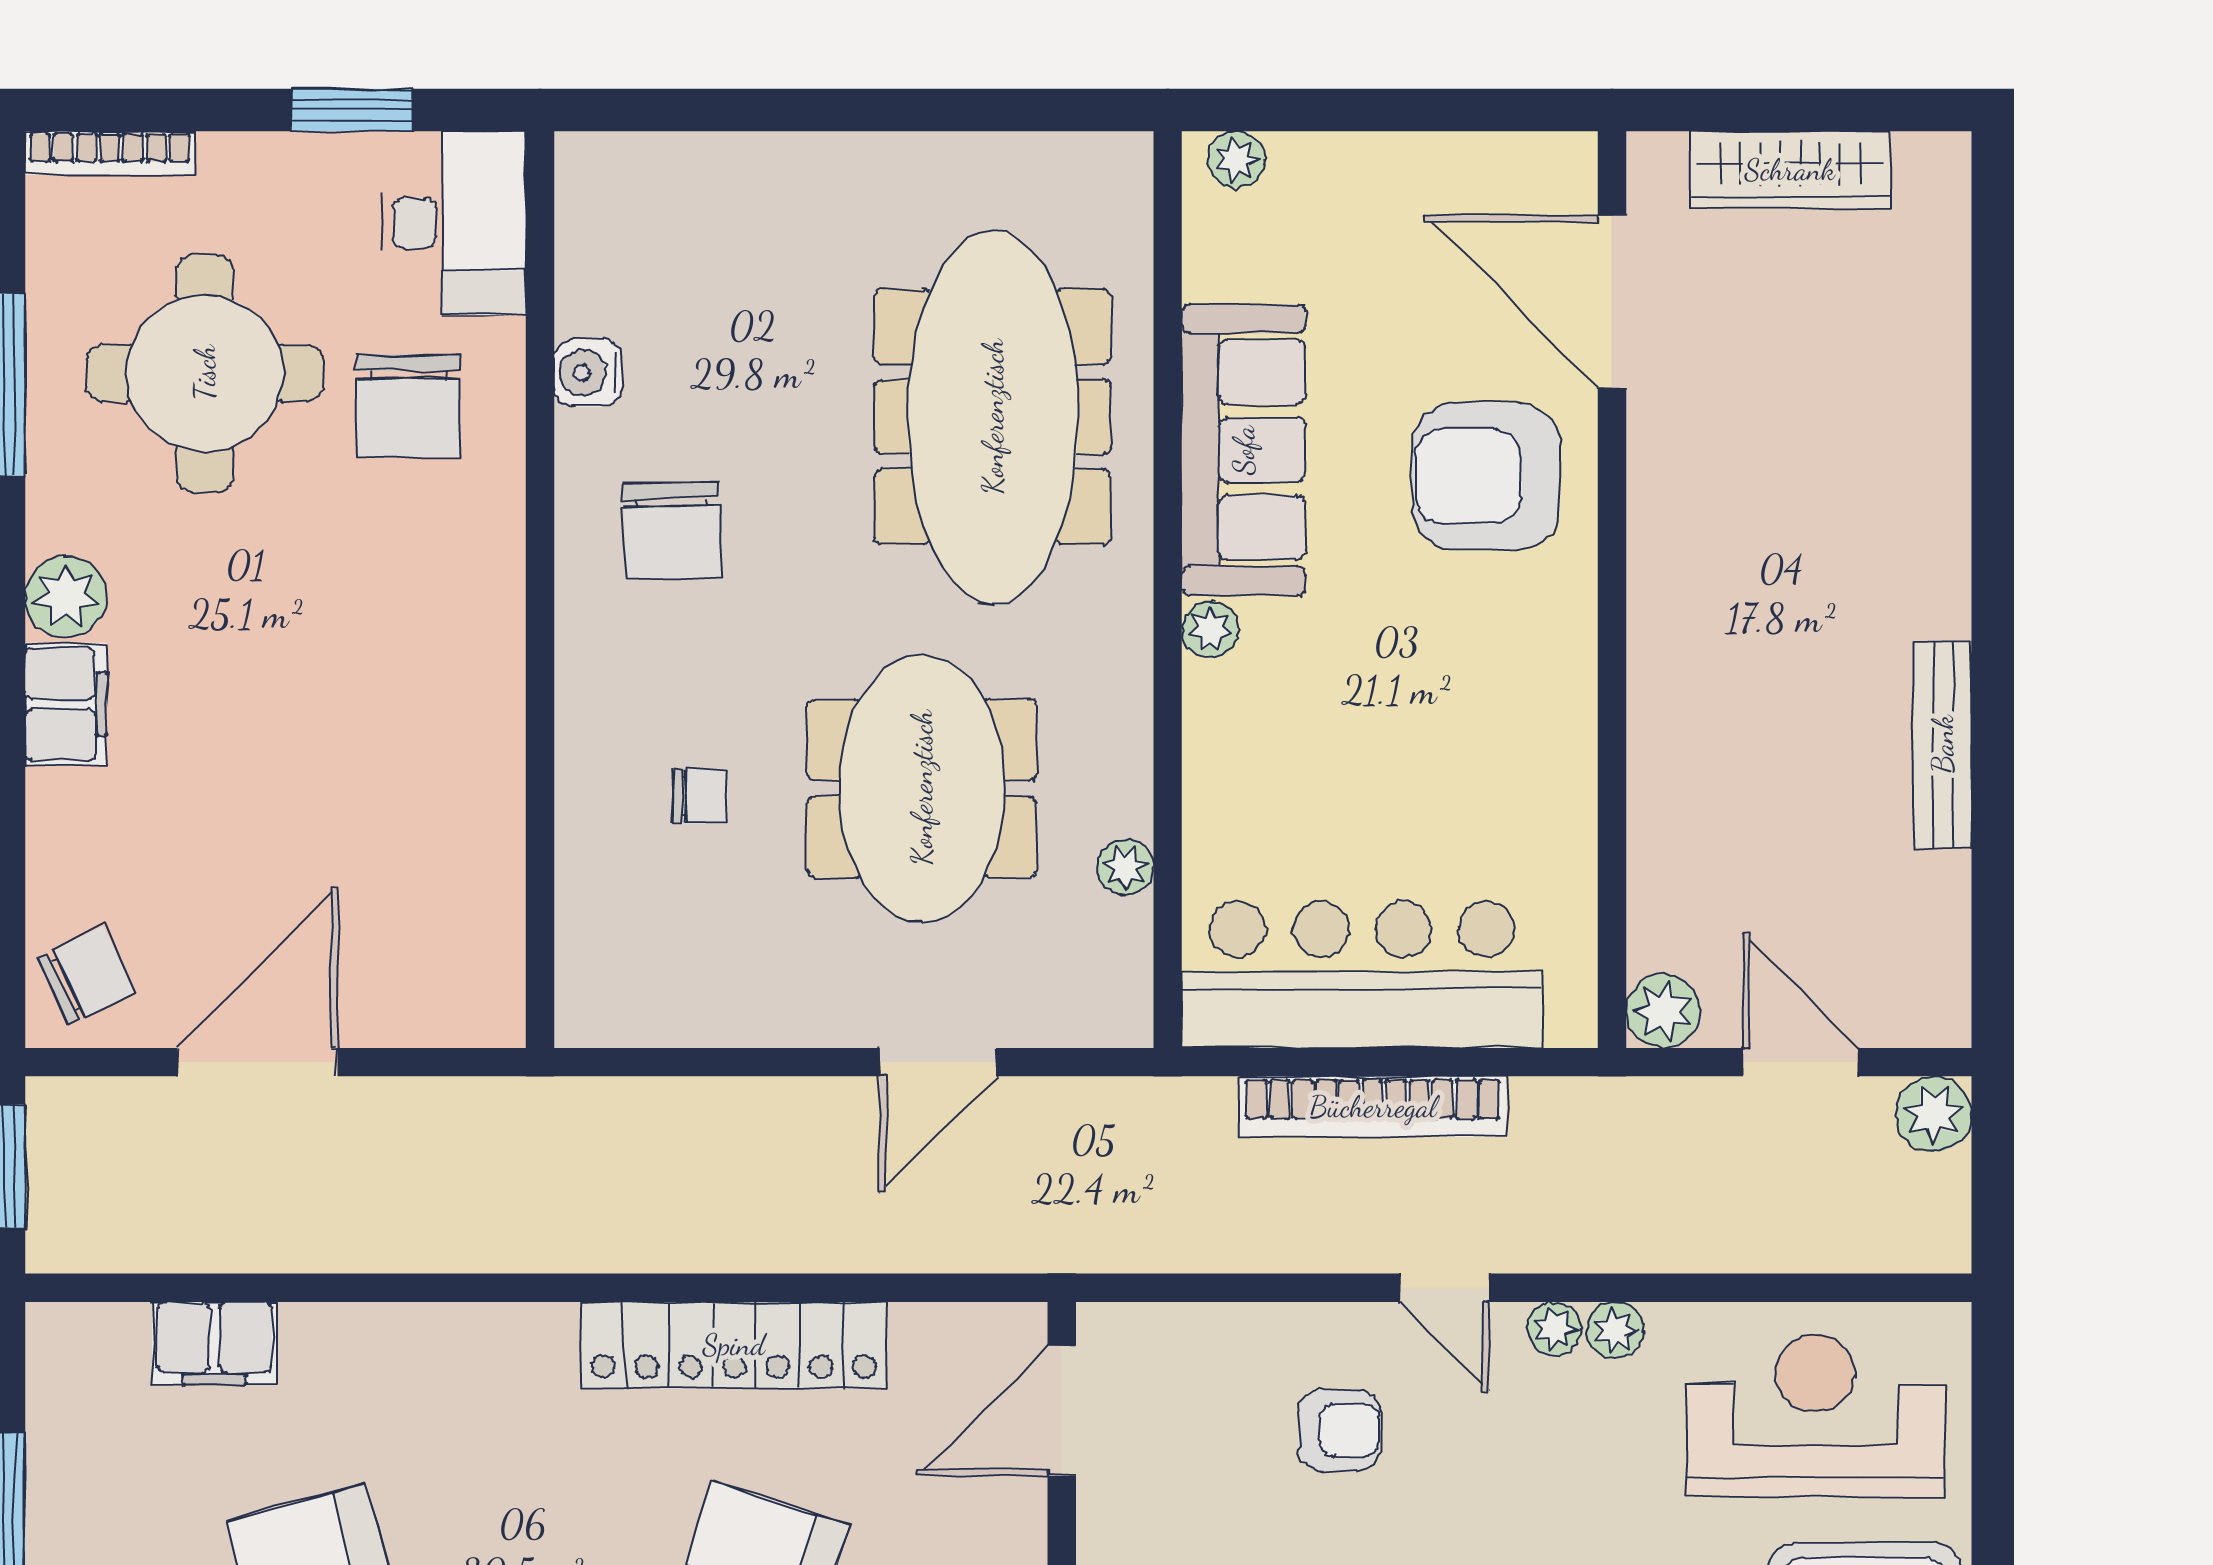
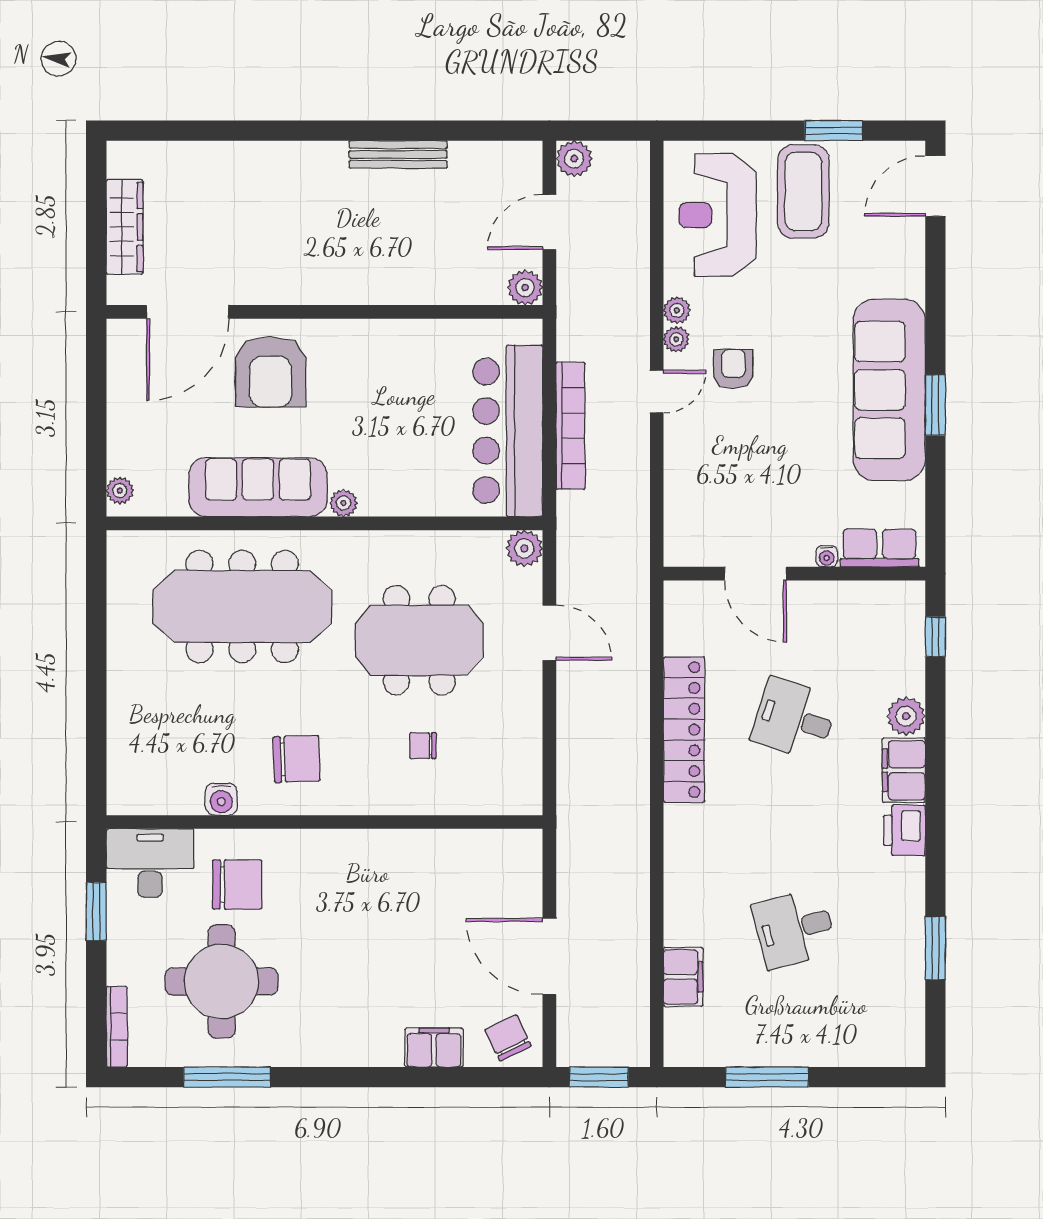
plant: (66, 597) -> (328, 1048), removed
filing cabinet: (66, 704) -> (434, 1048), moved
chair: (700, 796) -> (423, 746), turned -90
plant: (1125, 867) -> (524, 548), moved, width x1.38, depth x1.38
door: (1062, 1411) -> (755, 574), moved
armchair: (1339, 1430) -> (733, 369), moved

